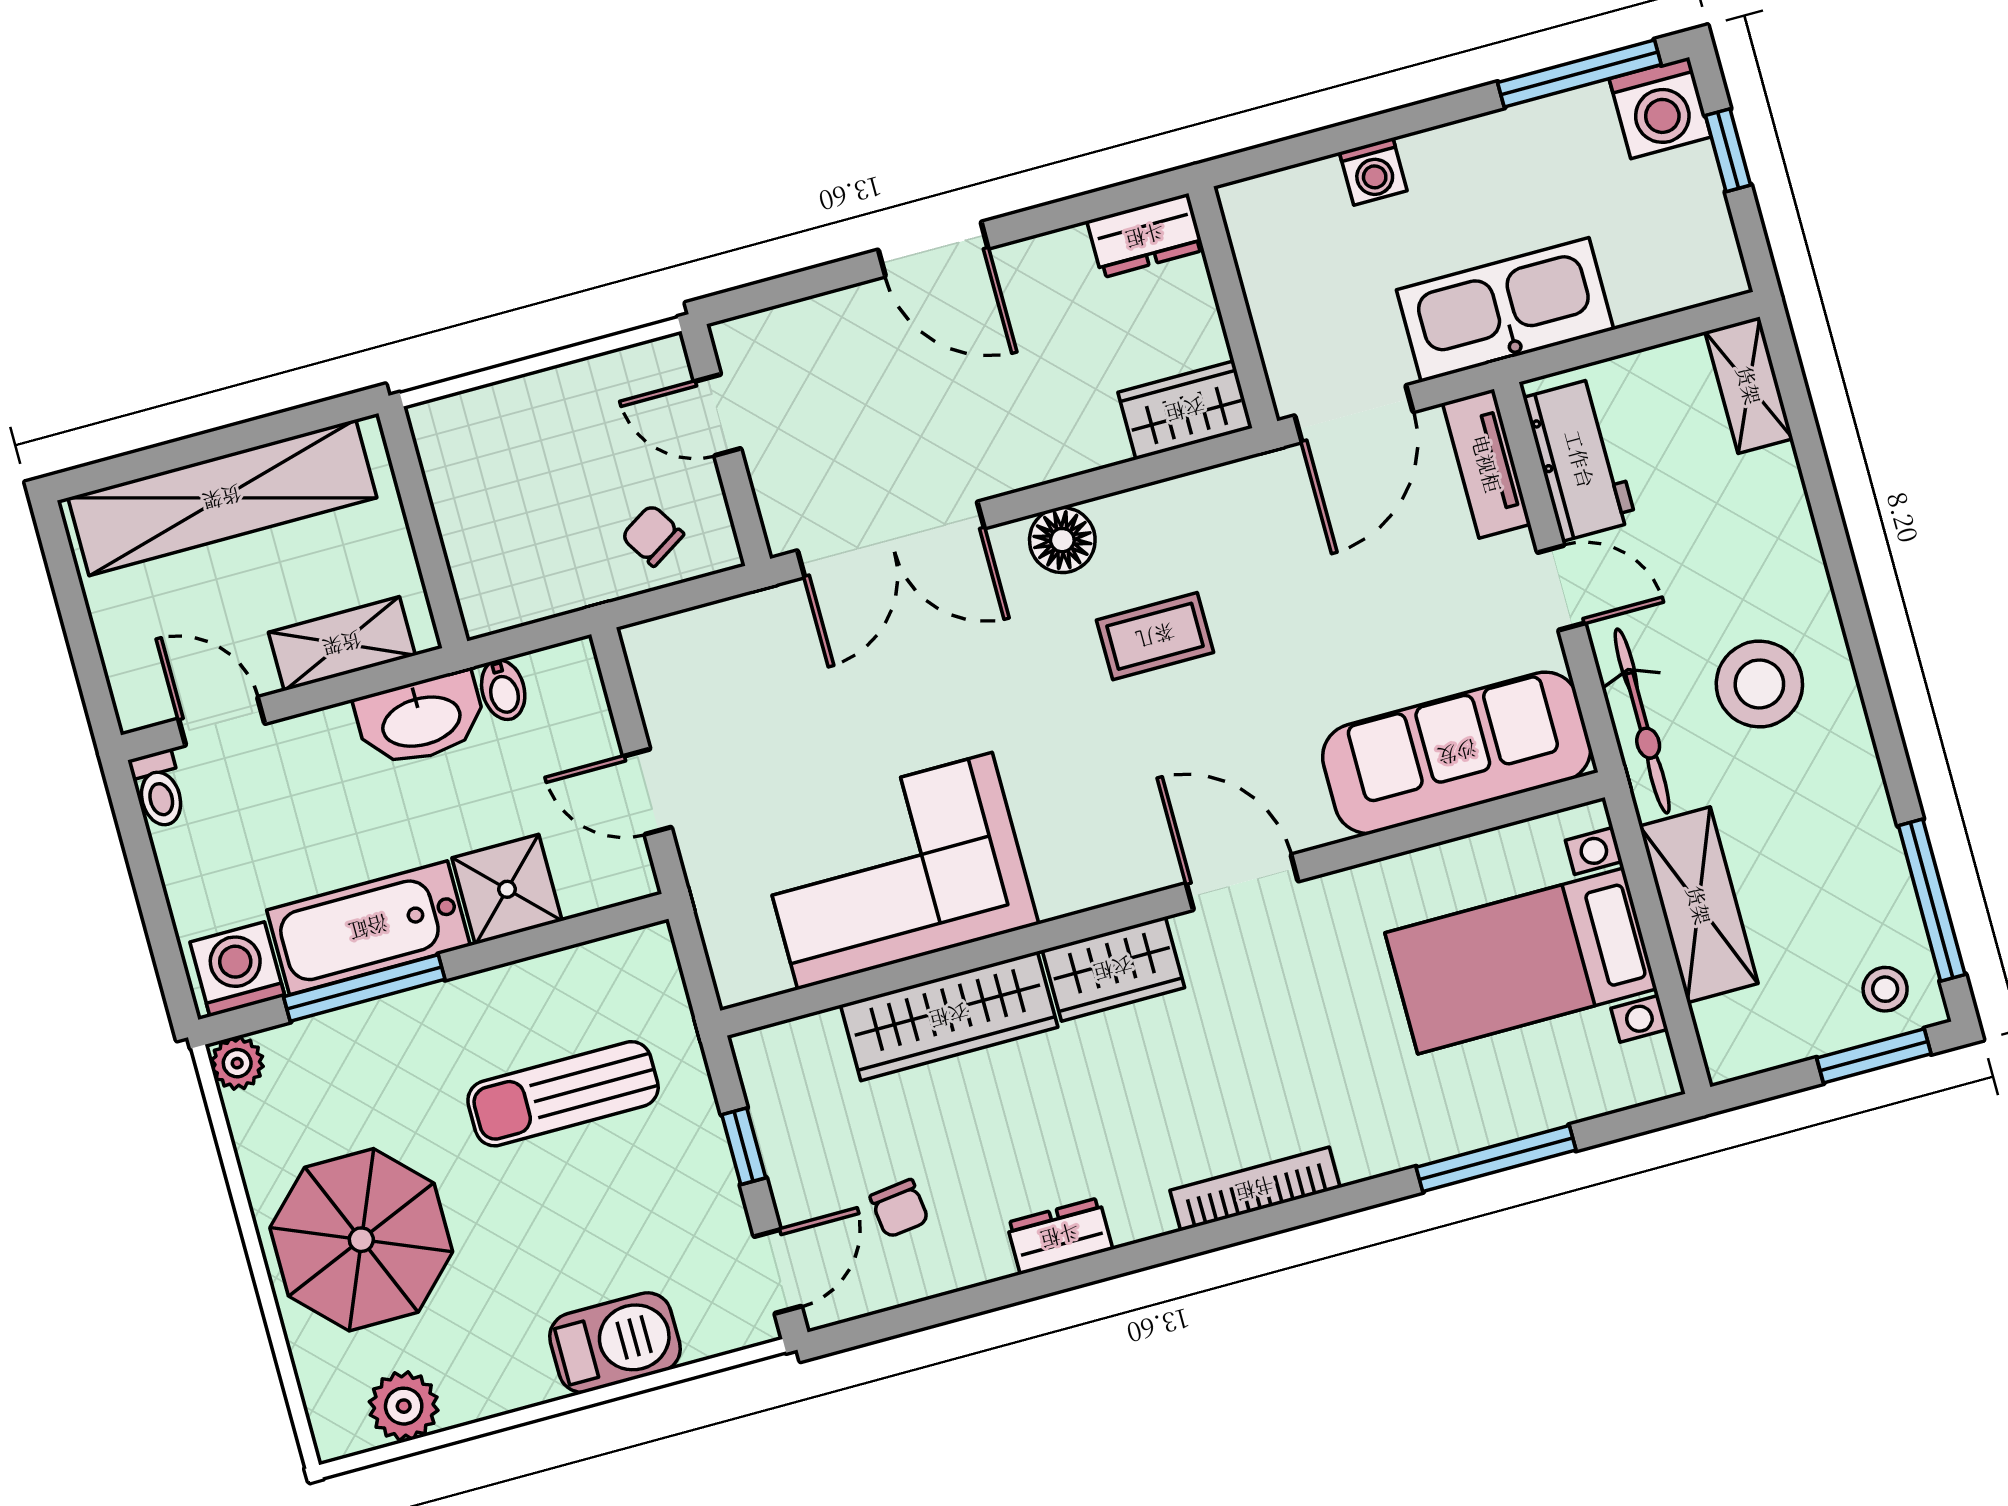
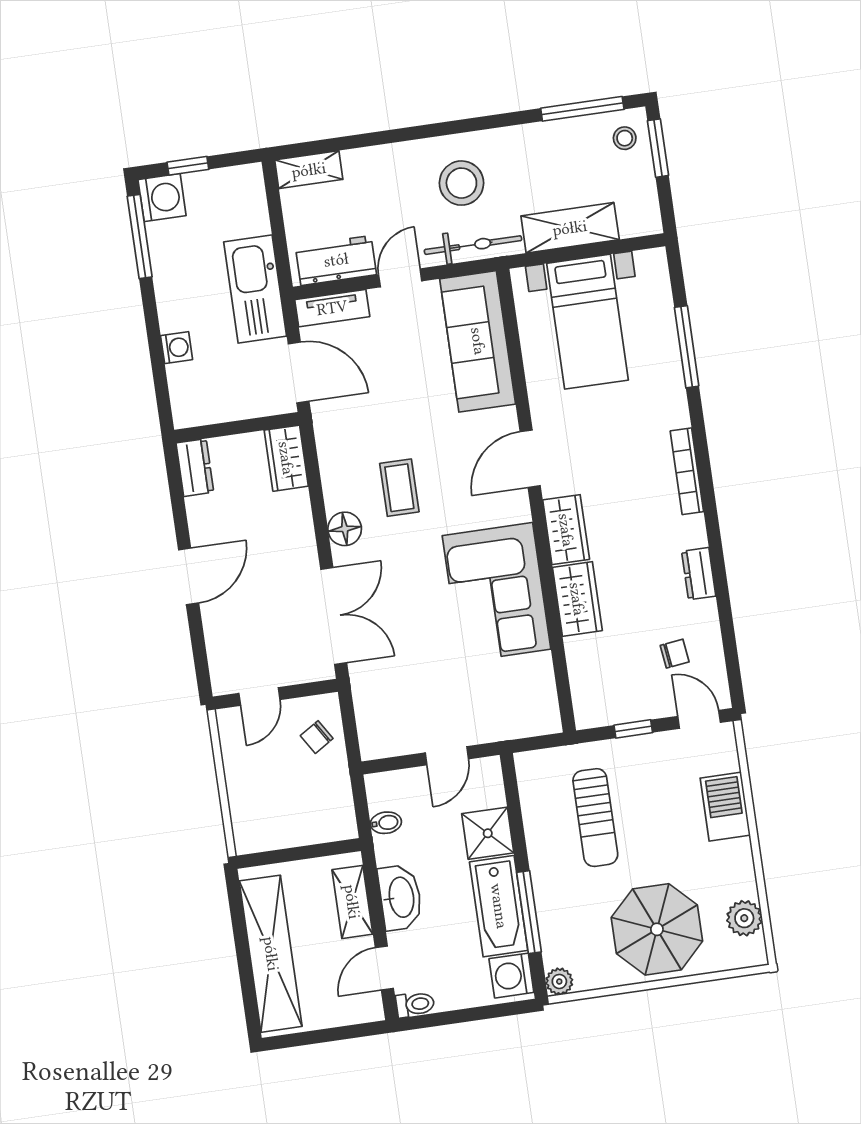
washbasin: (421, 719) -> (400, 897), moved
corner sofa: (895, 871) -> (497, 592), moved
wardrobe: (949, 1016) -> (577, 599), width x0.67

